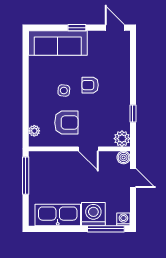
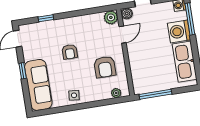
side table: (64, 91) -> (74, 95), moved
window: (133, 114) -> (46, 18), moved
armchair: (66, 123) -> (105, 67), turned 180
door: (88, 149) -> (123, 35), moved

